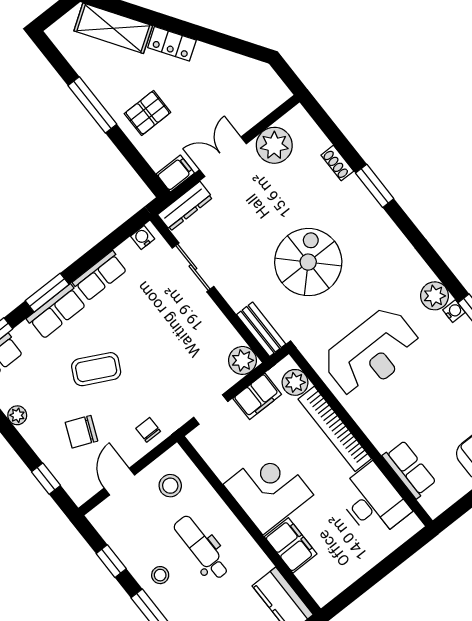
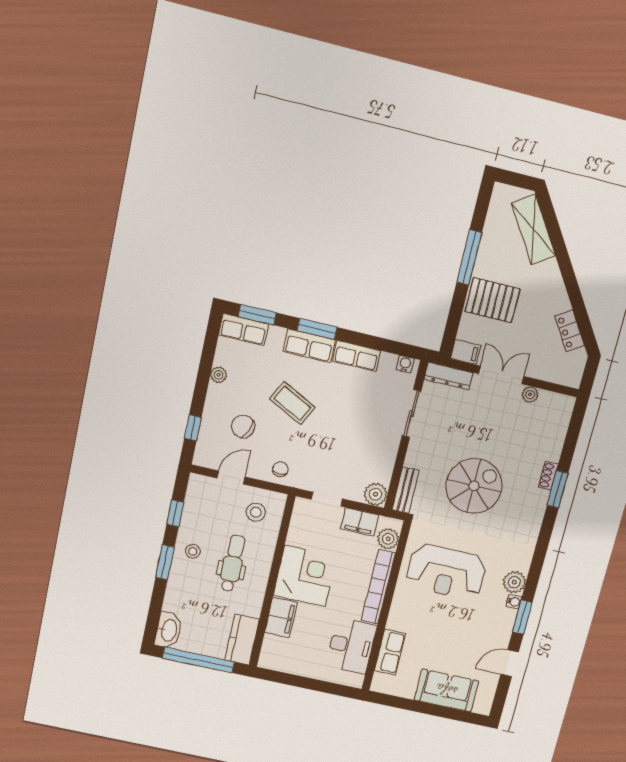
locker: (172, 44) -> (570, 331), moved
pallet: (148, 113) -> (492, 300), width x1.50, depth x1.42
plant: (274, 145) -> (530, 395), width x0.53, depth x0.53
shoe rack: (337, 163) -> (548, 476), moved

